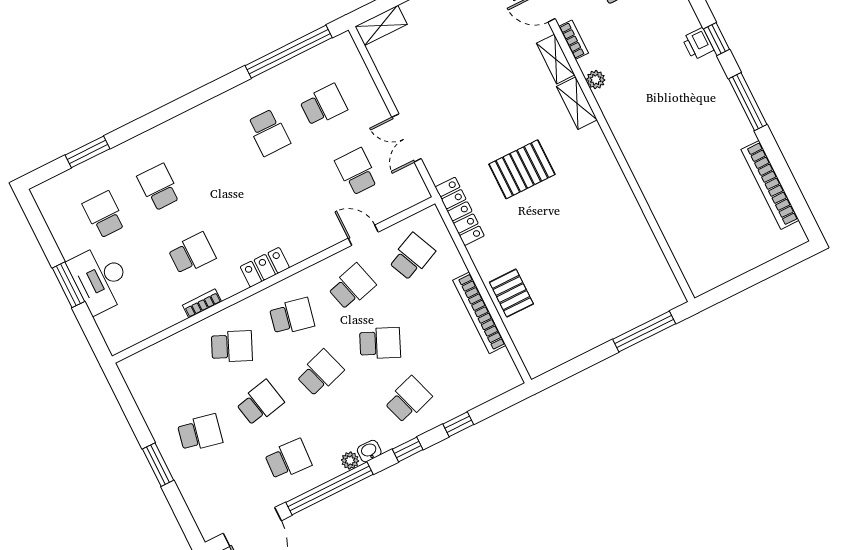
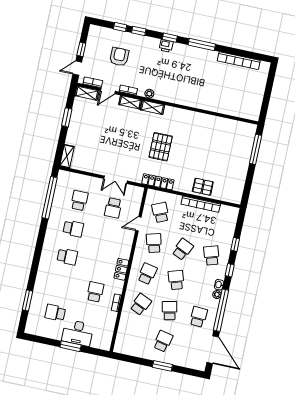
school desk: (357, 172) -> (113, 208), turned -90
school desk: (159, 187) -> (67, 257), moved, turned 180

